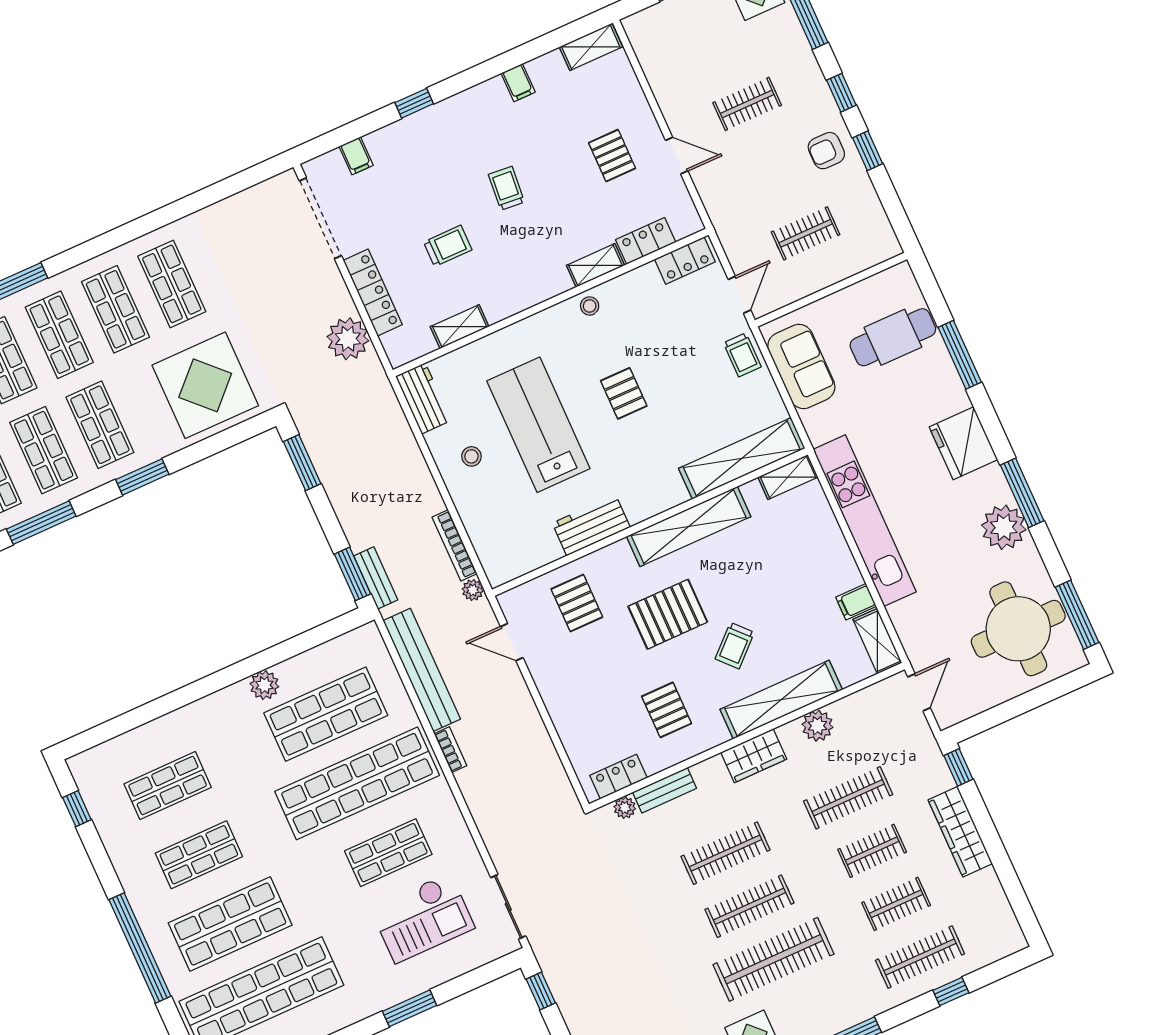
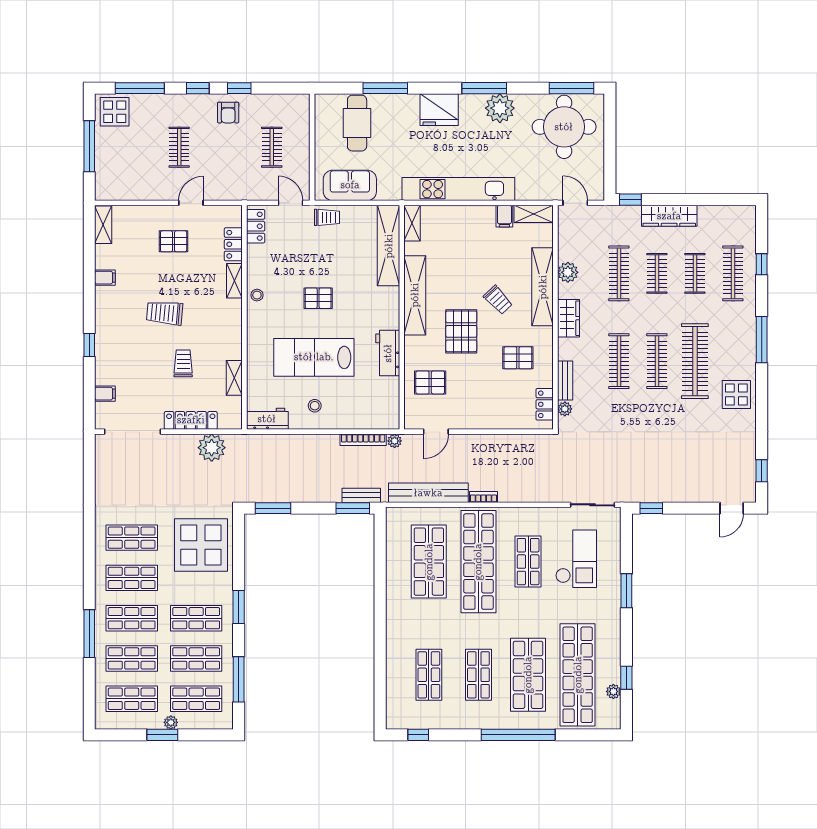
trolley: (506, 188) -> (165, 313), width x1.36, depth x1.39
plant: (264, 685) -> (395, 590), removed

